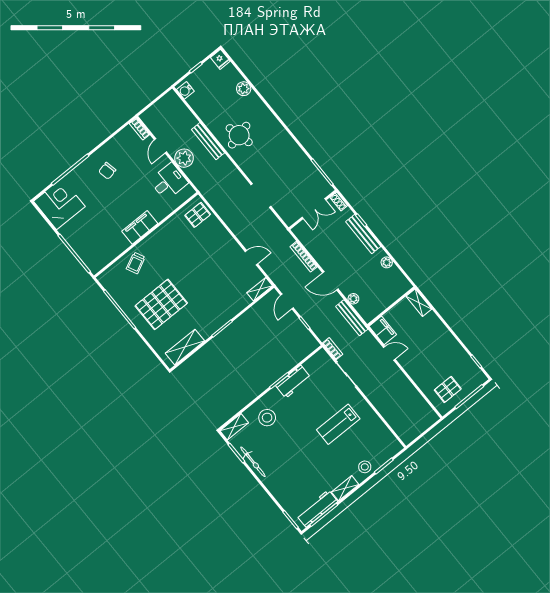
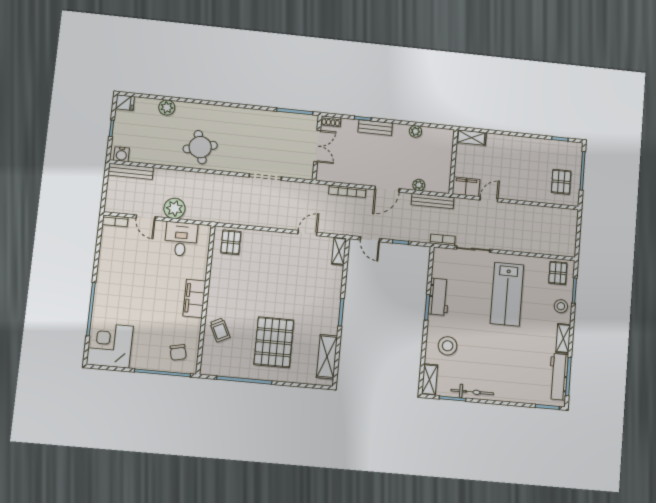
bench: (208, 141) -> (131, 171), moved
chair: (107, 171) -> (178, 352), moved
bench: (363, 234) -> (375, 128), width x0.73
lab bench: (338, 424) -> (507, 294), width x1.36, depth x1.39
pallet: (385, 444) -> (558, 273), added

